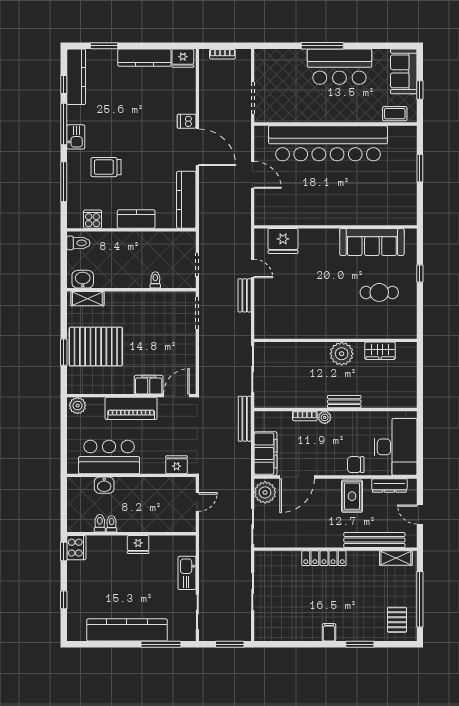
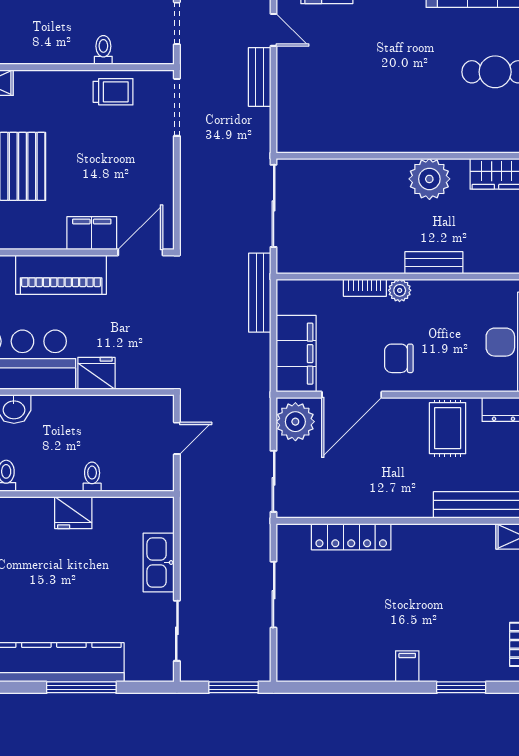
trolley: (161, 304) -> (113, 92), added
fridge: (177, 465) -> (96, 373), moved
chair: (356, 465) -> (399, 358), moved
toilet: (112, 524) -> (92, 477), moved
locker: (324, 558) -> (351, 537), moved
window: (161, 644) -> (81, 687), moved

